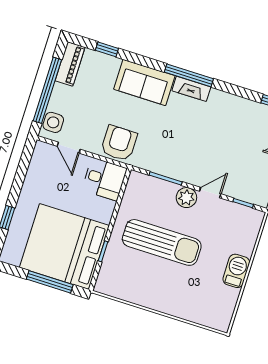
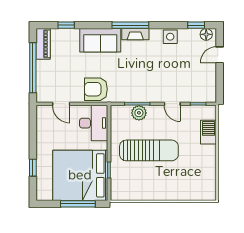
side table: (53, 122) -> (170, 37), moved
armchair: (119, 143) -> (96, 89), turned -90
desk: (104, 179) -> (94, 123), width x1.37
door: (210, 193) -> (172, 104), swing flipped
plant: (186, 198) -> (139, 113), moved
barbecue: (236, 271) -> (209, 132), moved

